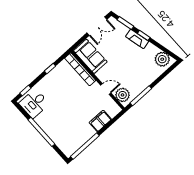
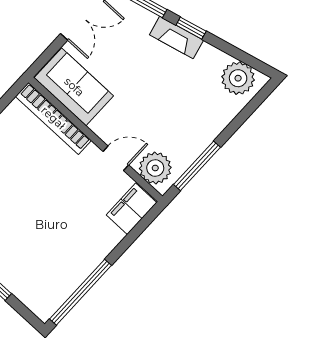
filing cabinet: (100, 121) -> (131, 209), moved

